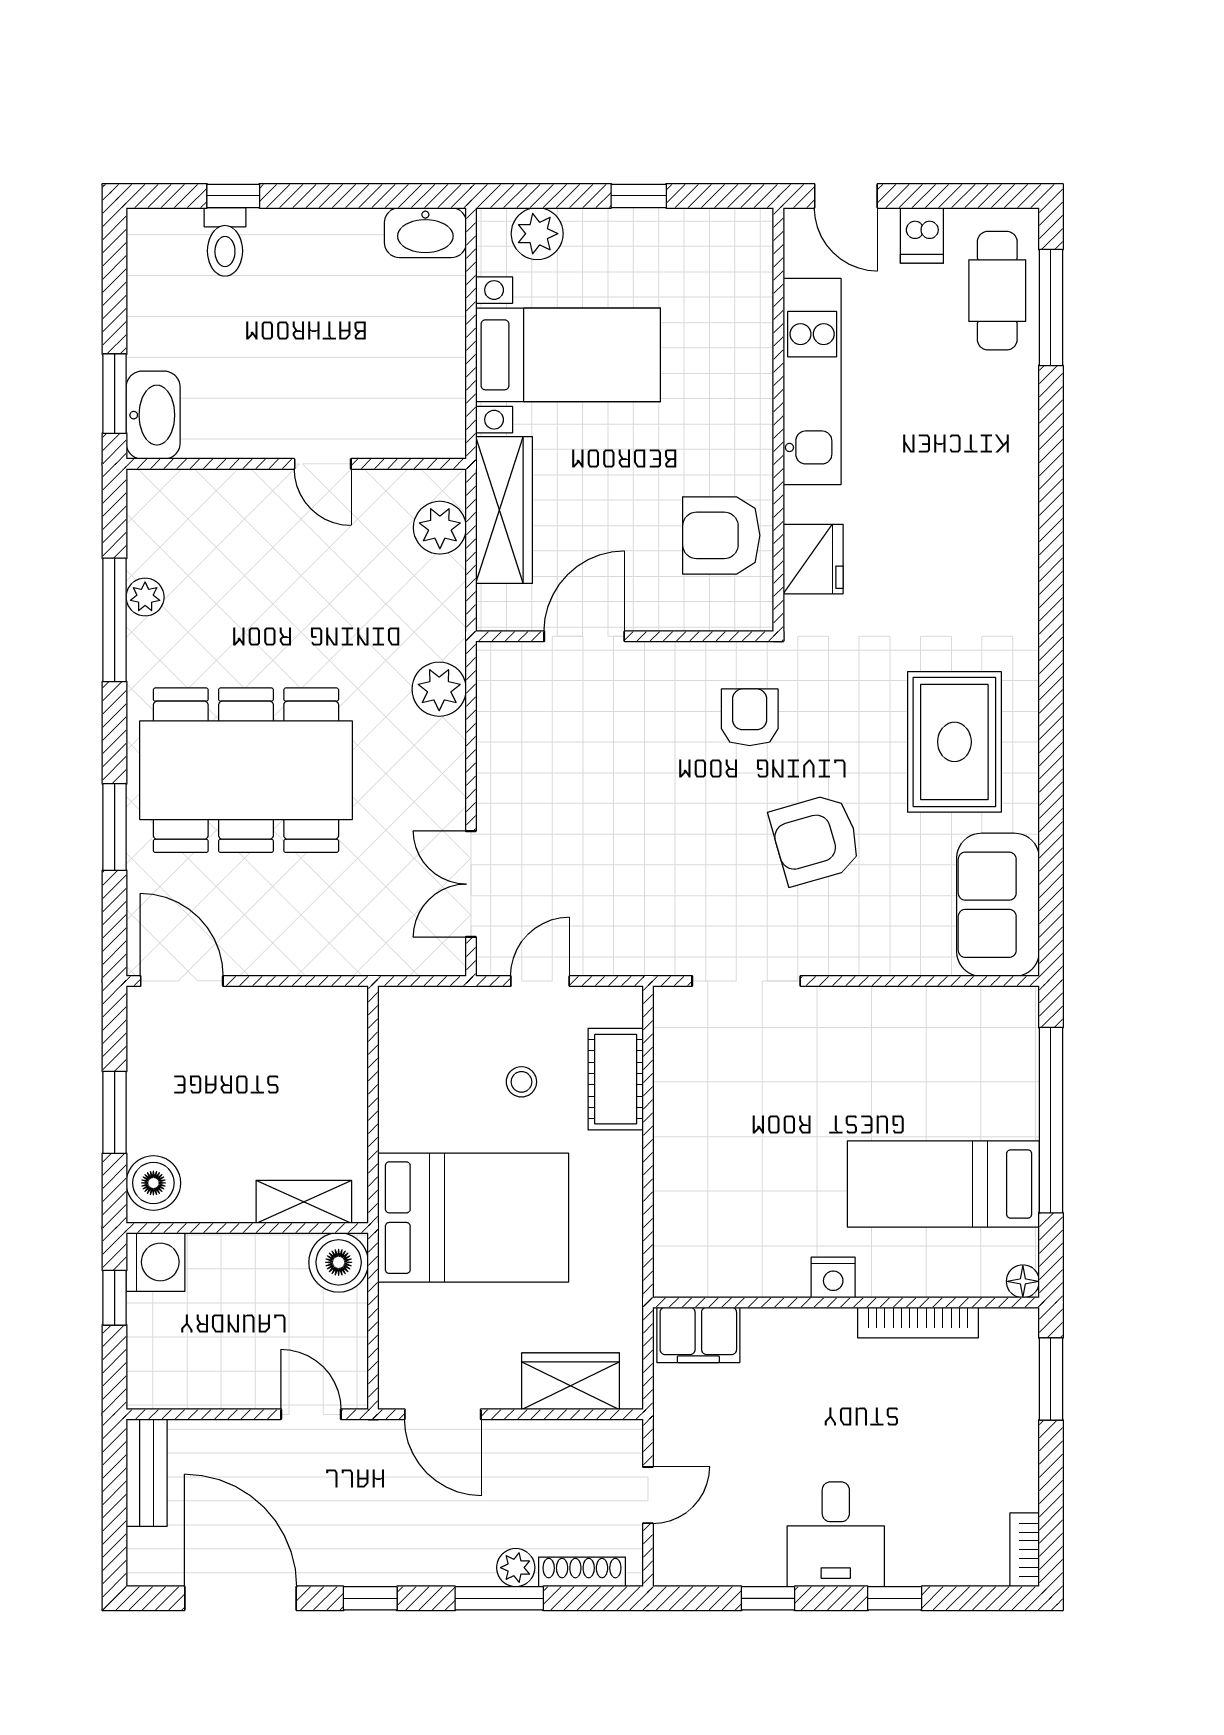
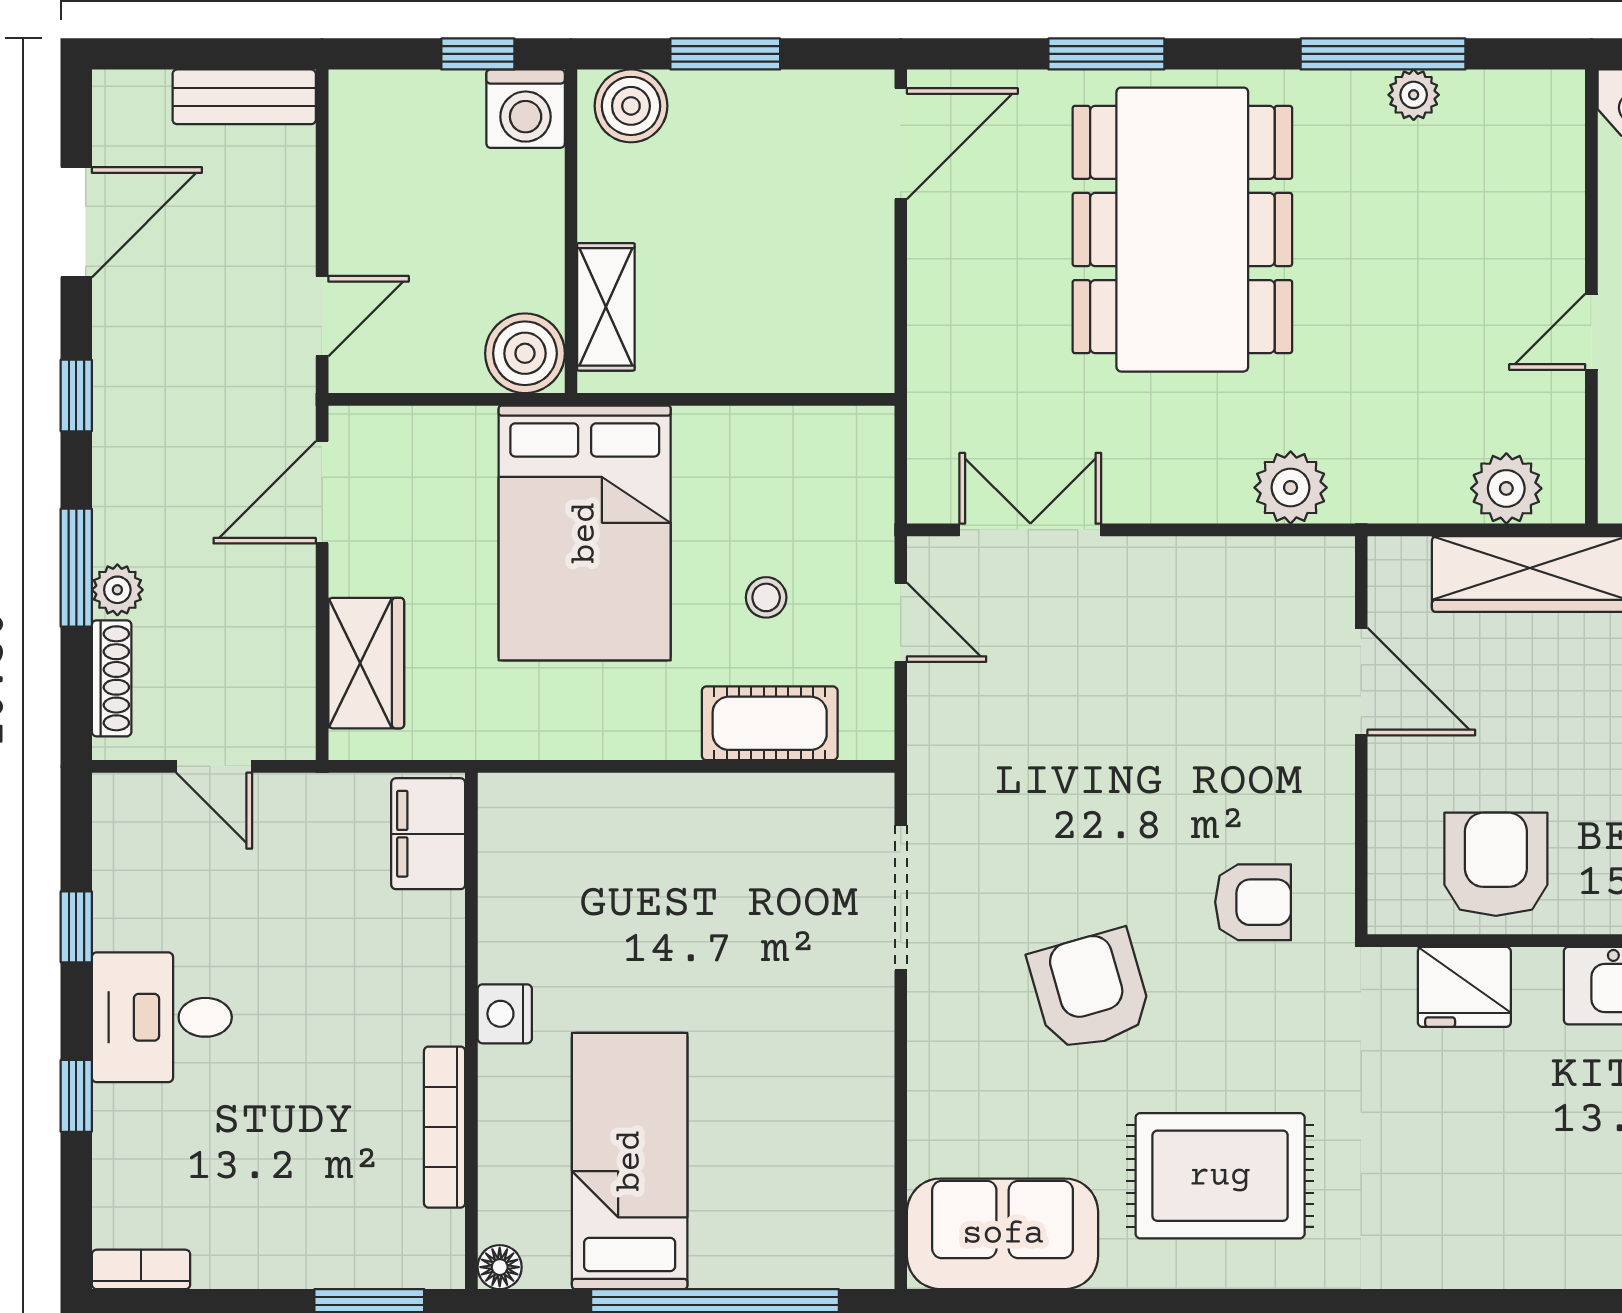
door: (241, 1598) -> (76, 222), width x0.73

